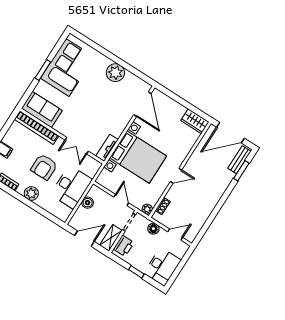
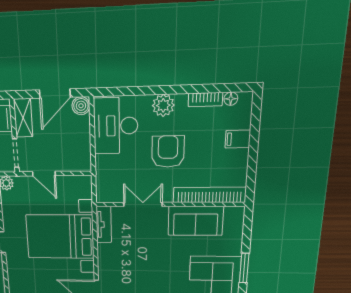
sofa: (42, 109) -> (196, 221), moved
desk: (71, 187) -> (116, 126), moved
boiler: (88, 203) -> (81, 106), moved

